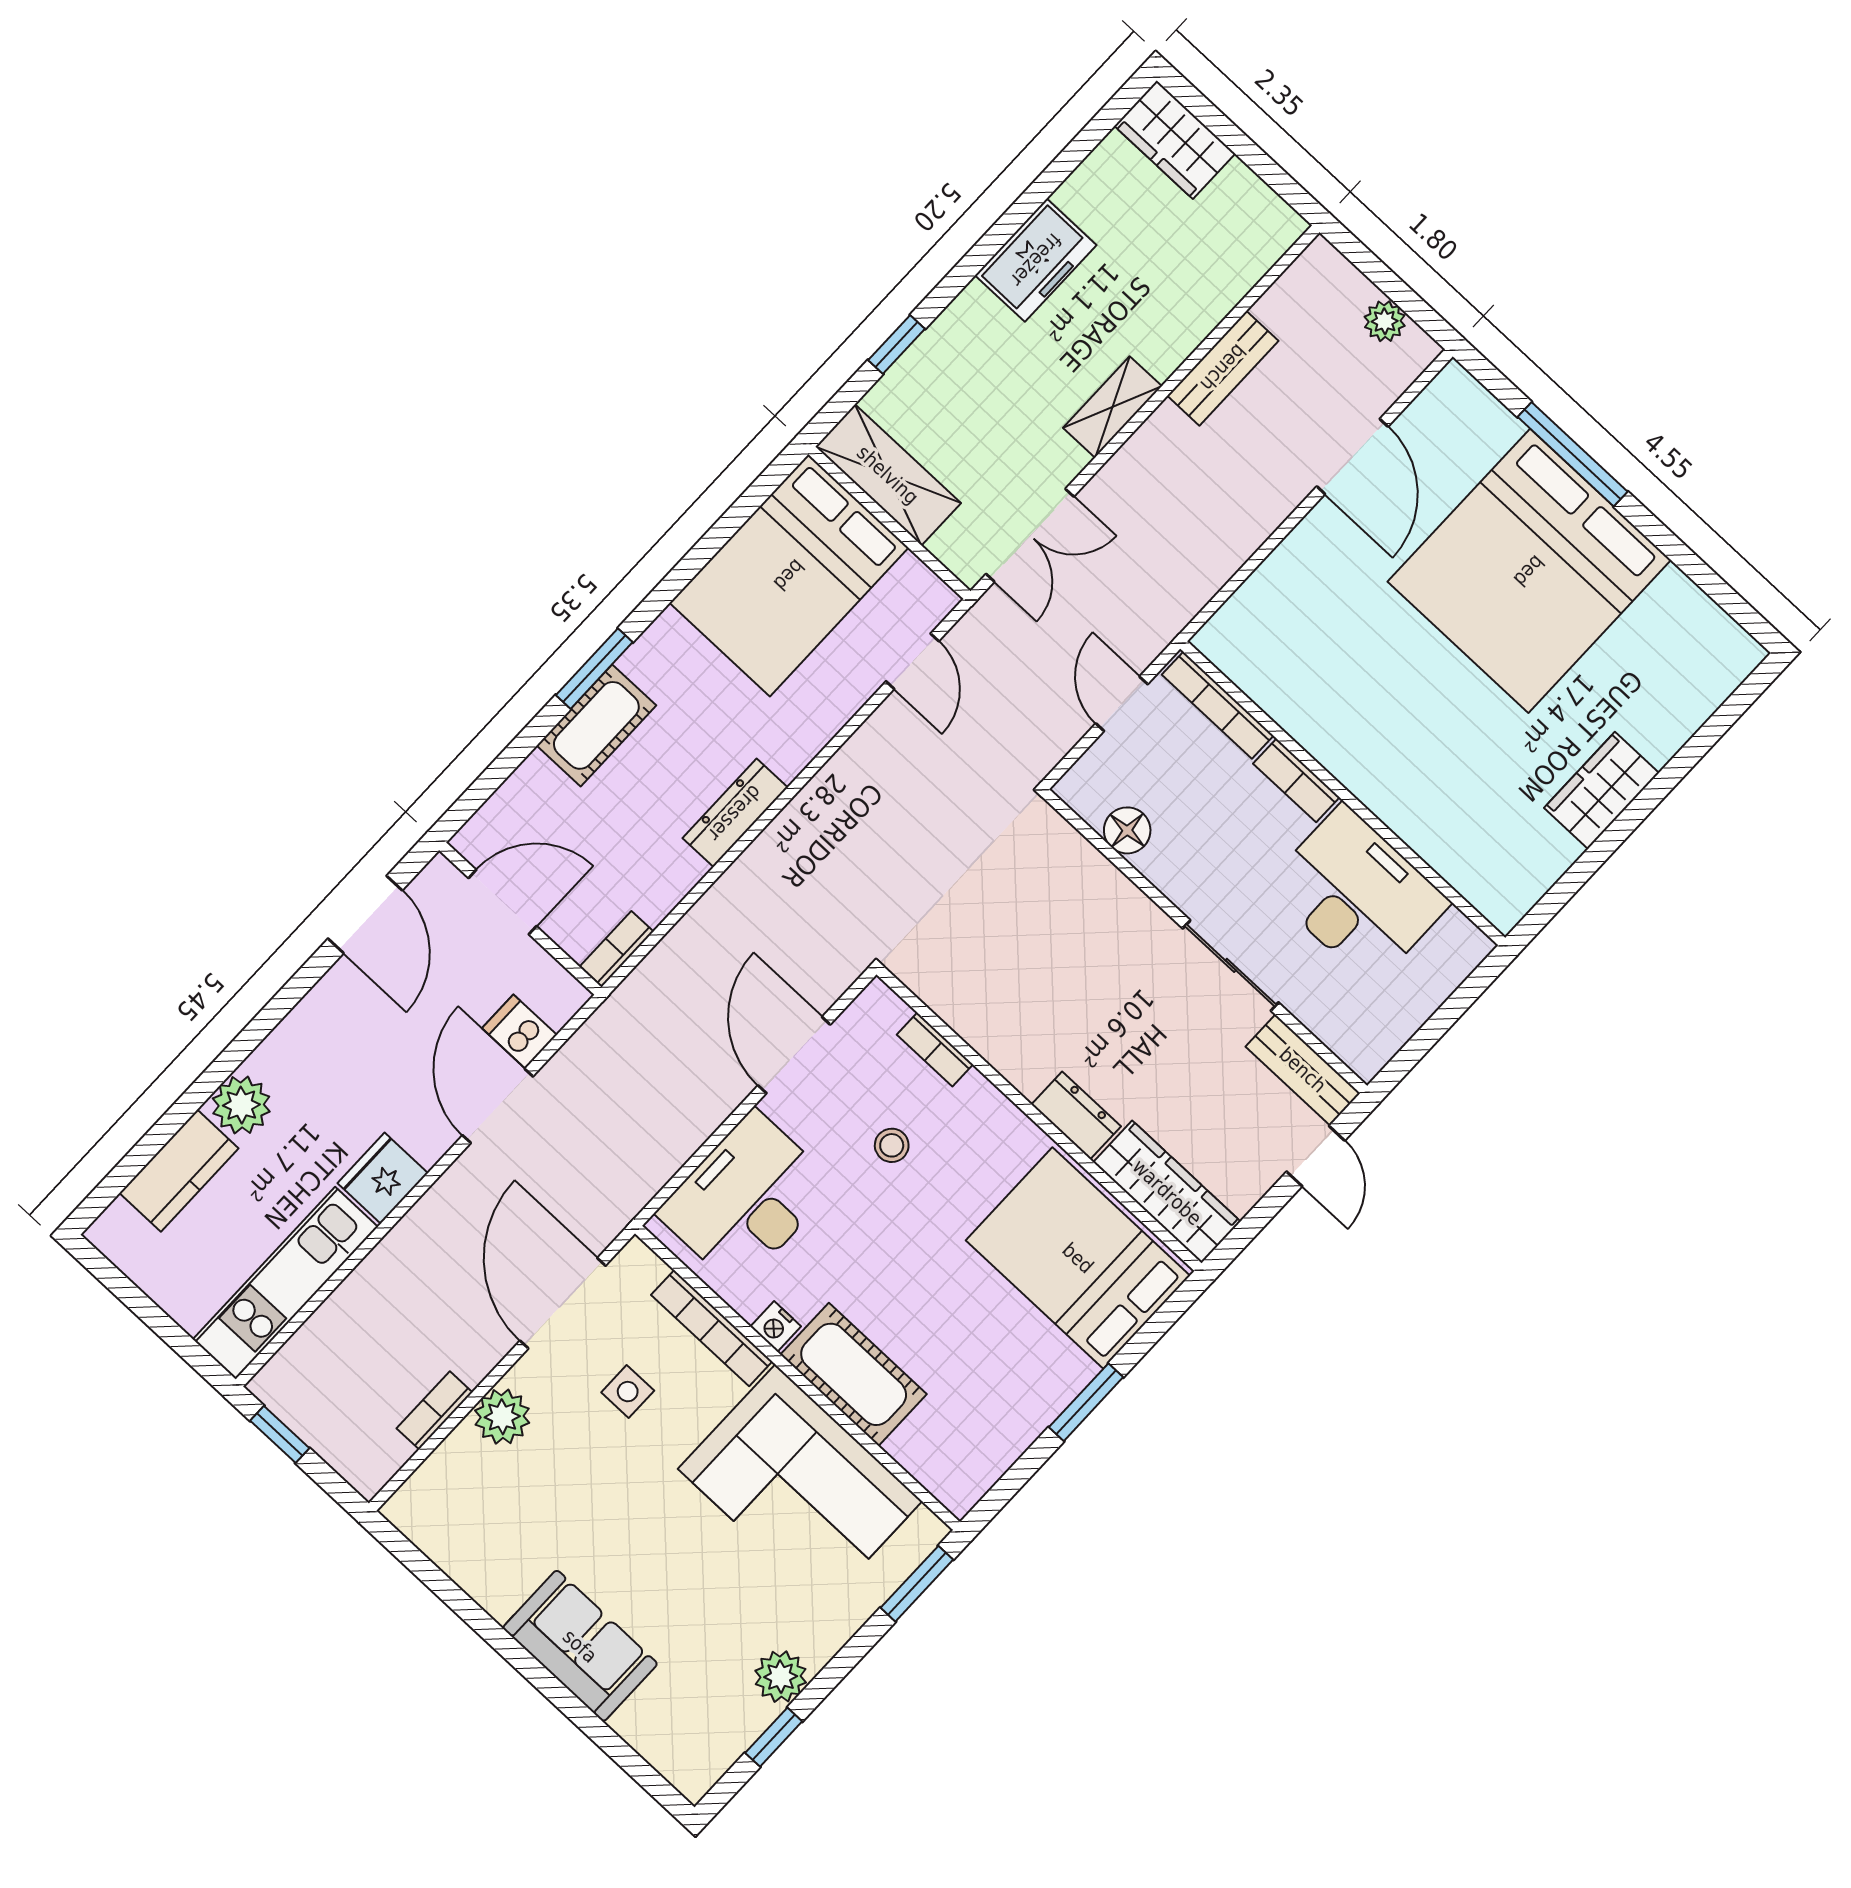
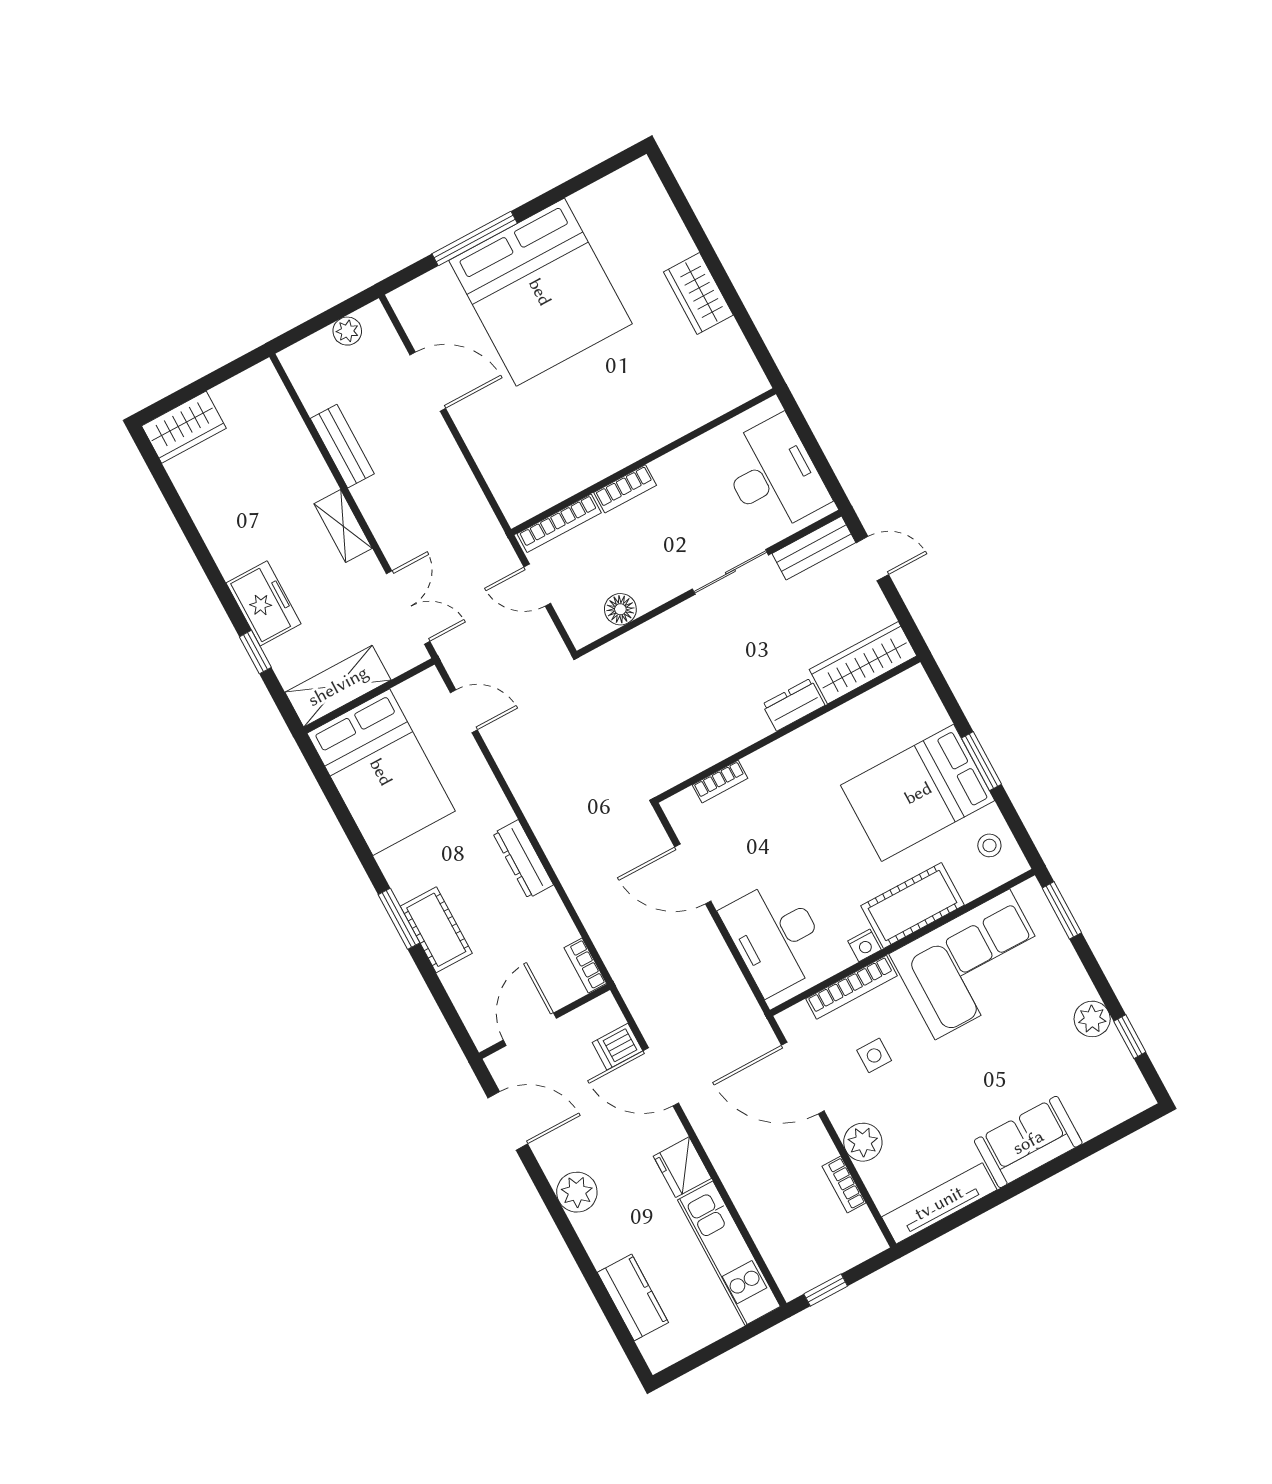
freezer: (1036, 260) -> (264, 603), moved
desk: (1357, 895) -> (774, 475), moved, turned 90
plant: (241, 1105) -> (577, 1192), moved
stool: (892, 1145) -> (989, 845), moved
bed: (1078, 1258) -> (918, 793), moved
tv unit: (453, 1551) -> (939, 1203), added

